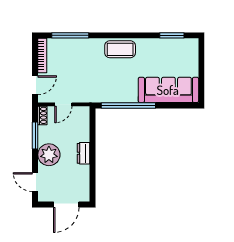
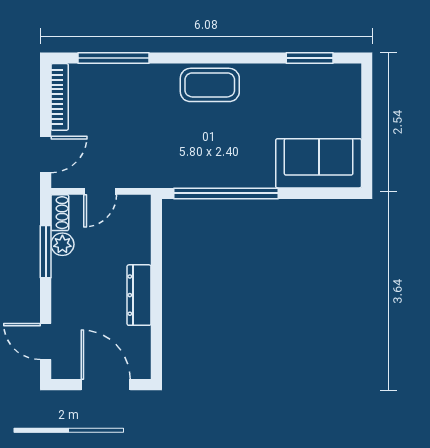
sofa: (168, 90) -> (319, 163), width x0.73
dresser: (83, 153) -> (139, 295), width x1.44
plant: (49, 155) -> (62, 244), moved, width x0.53, depth x0.53
door: (66, 204) -> (106, 385), swing flipped

